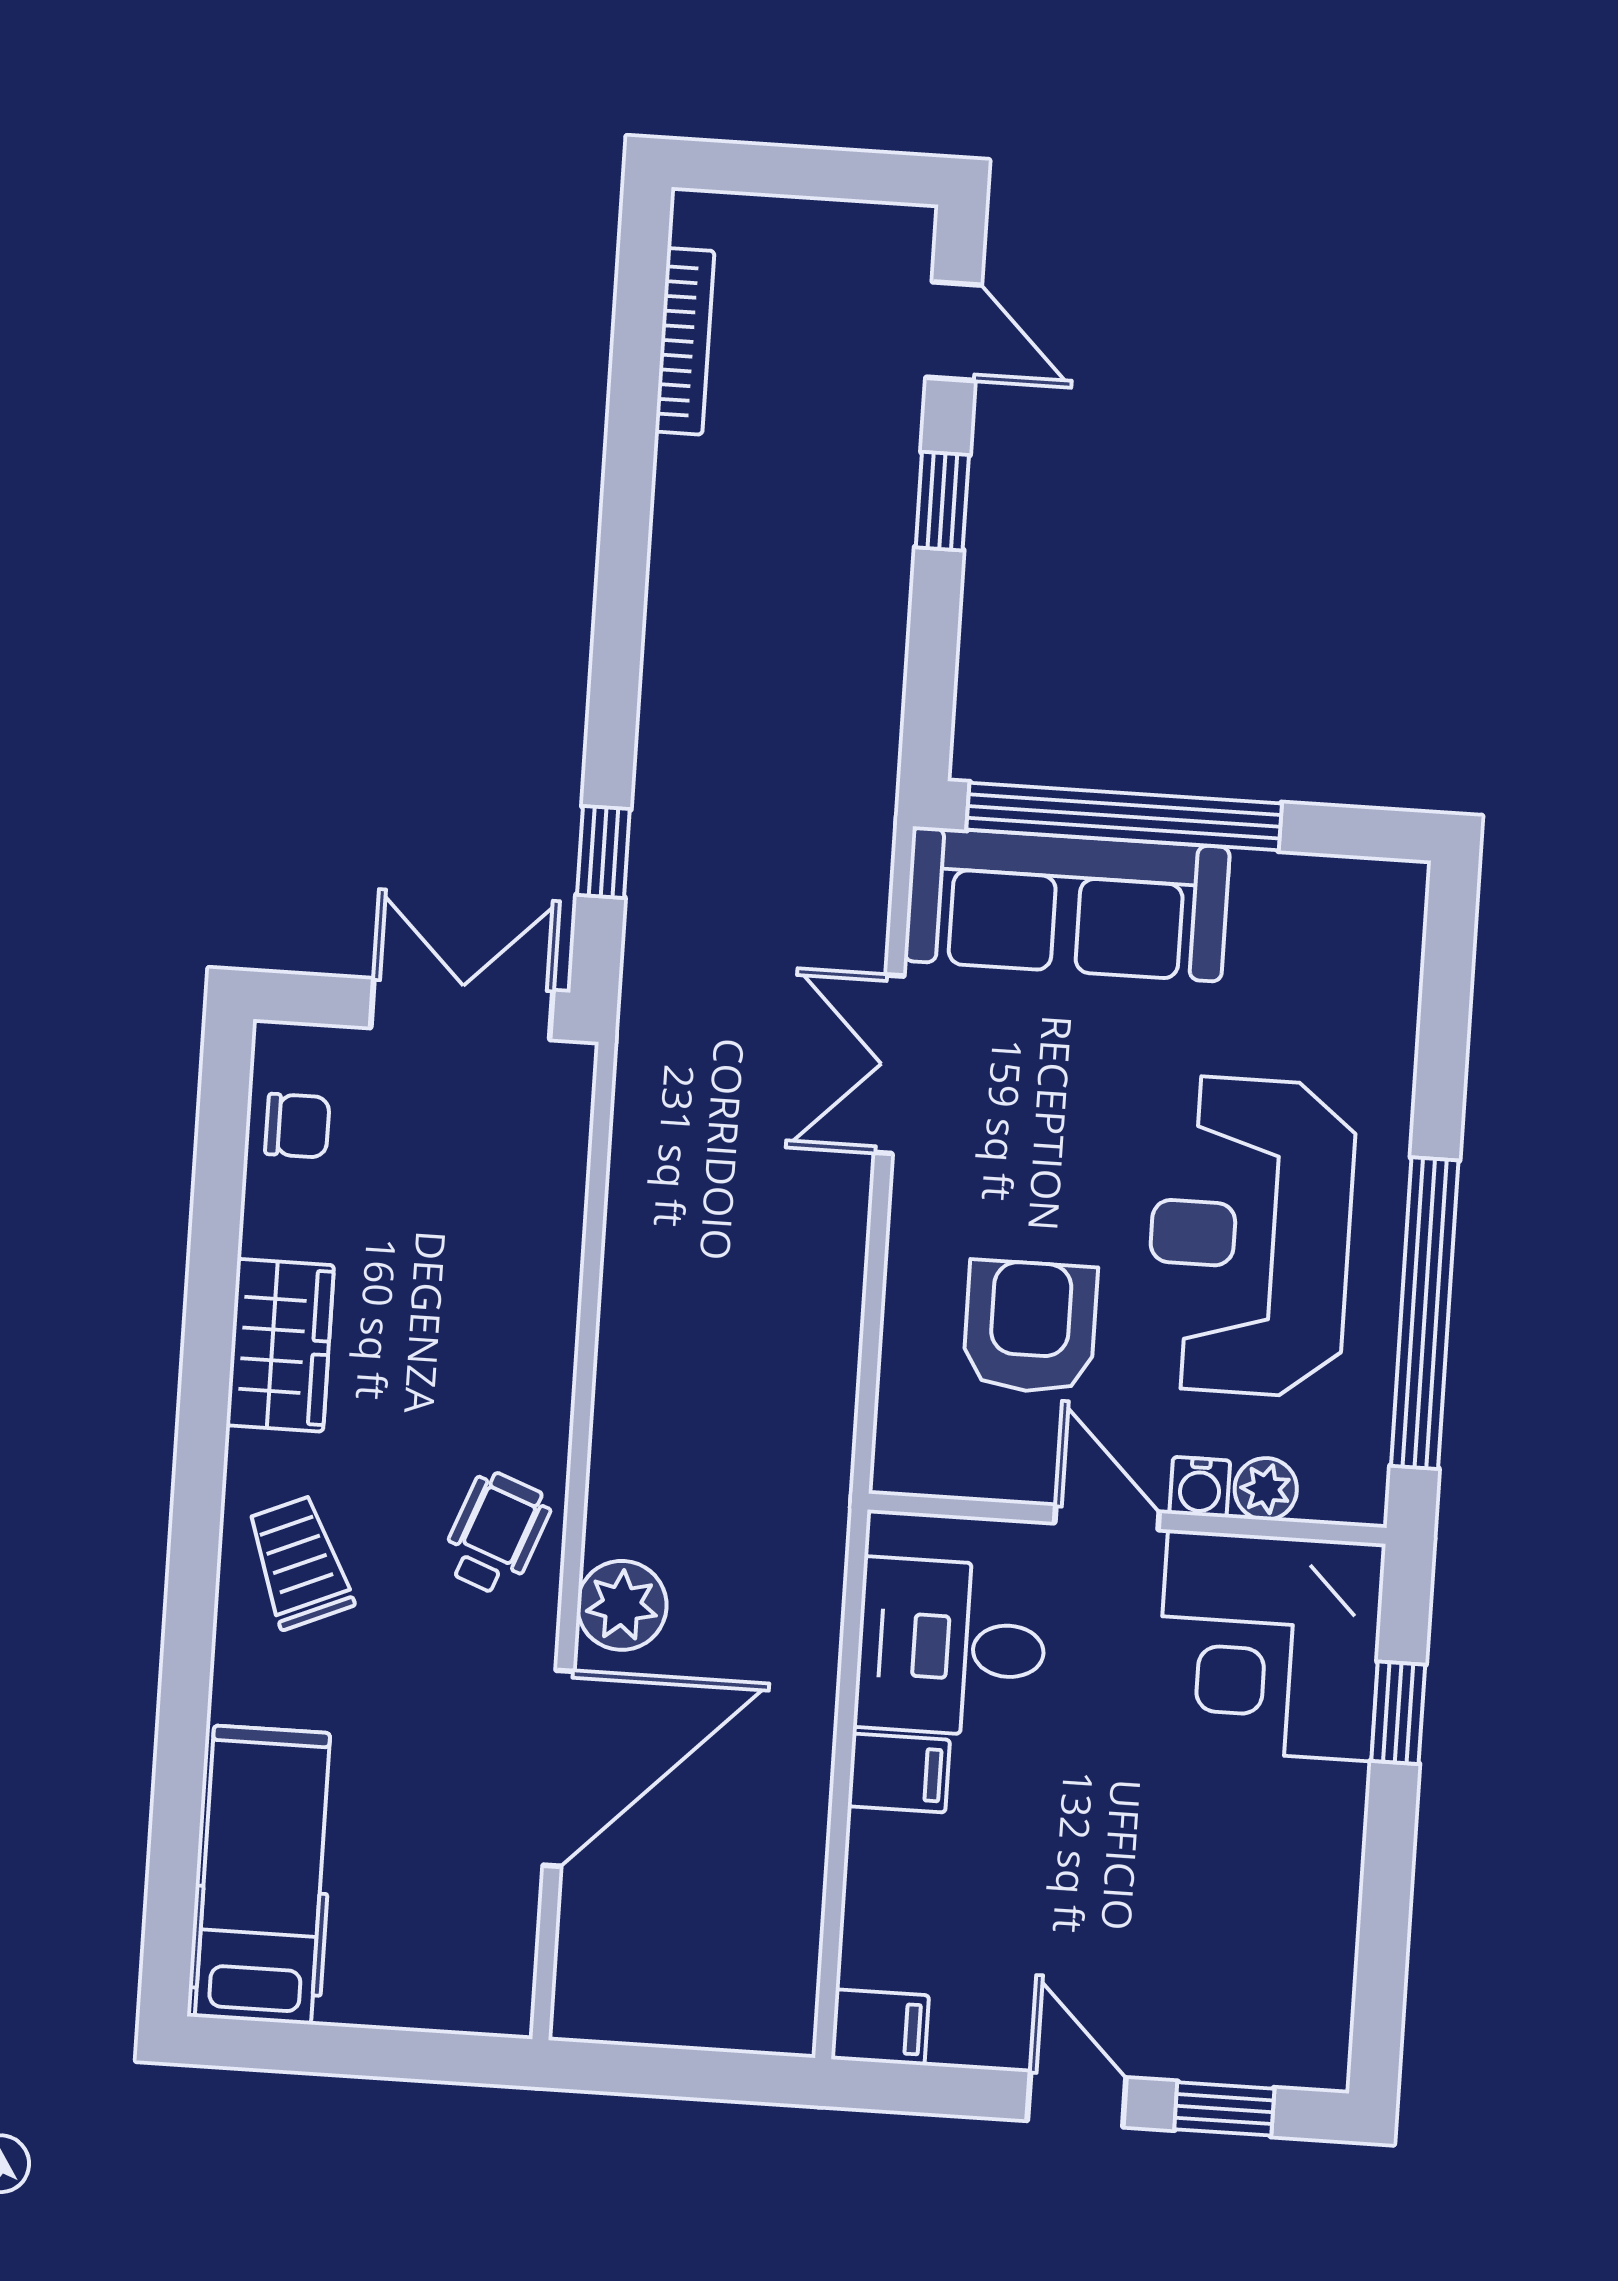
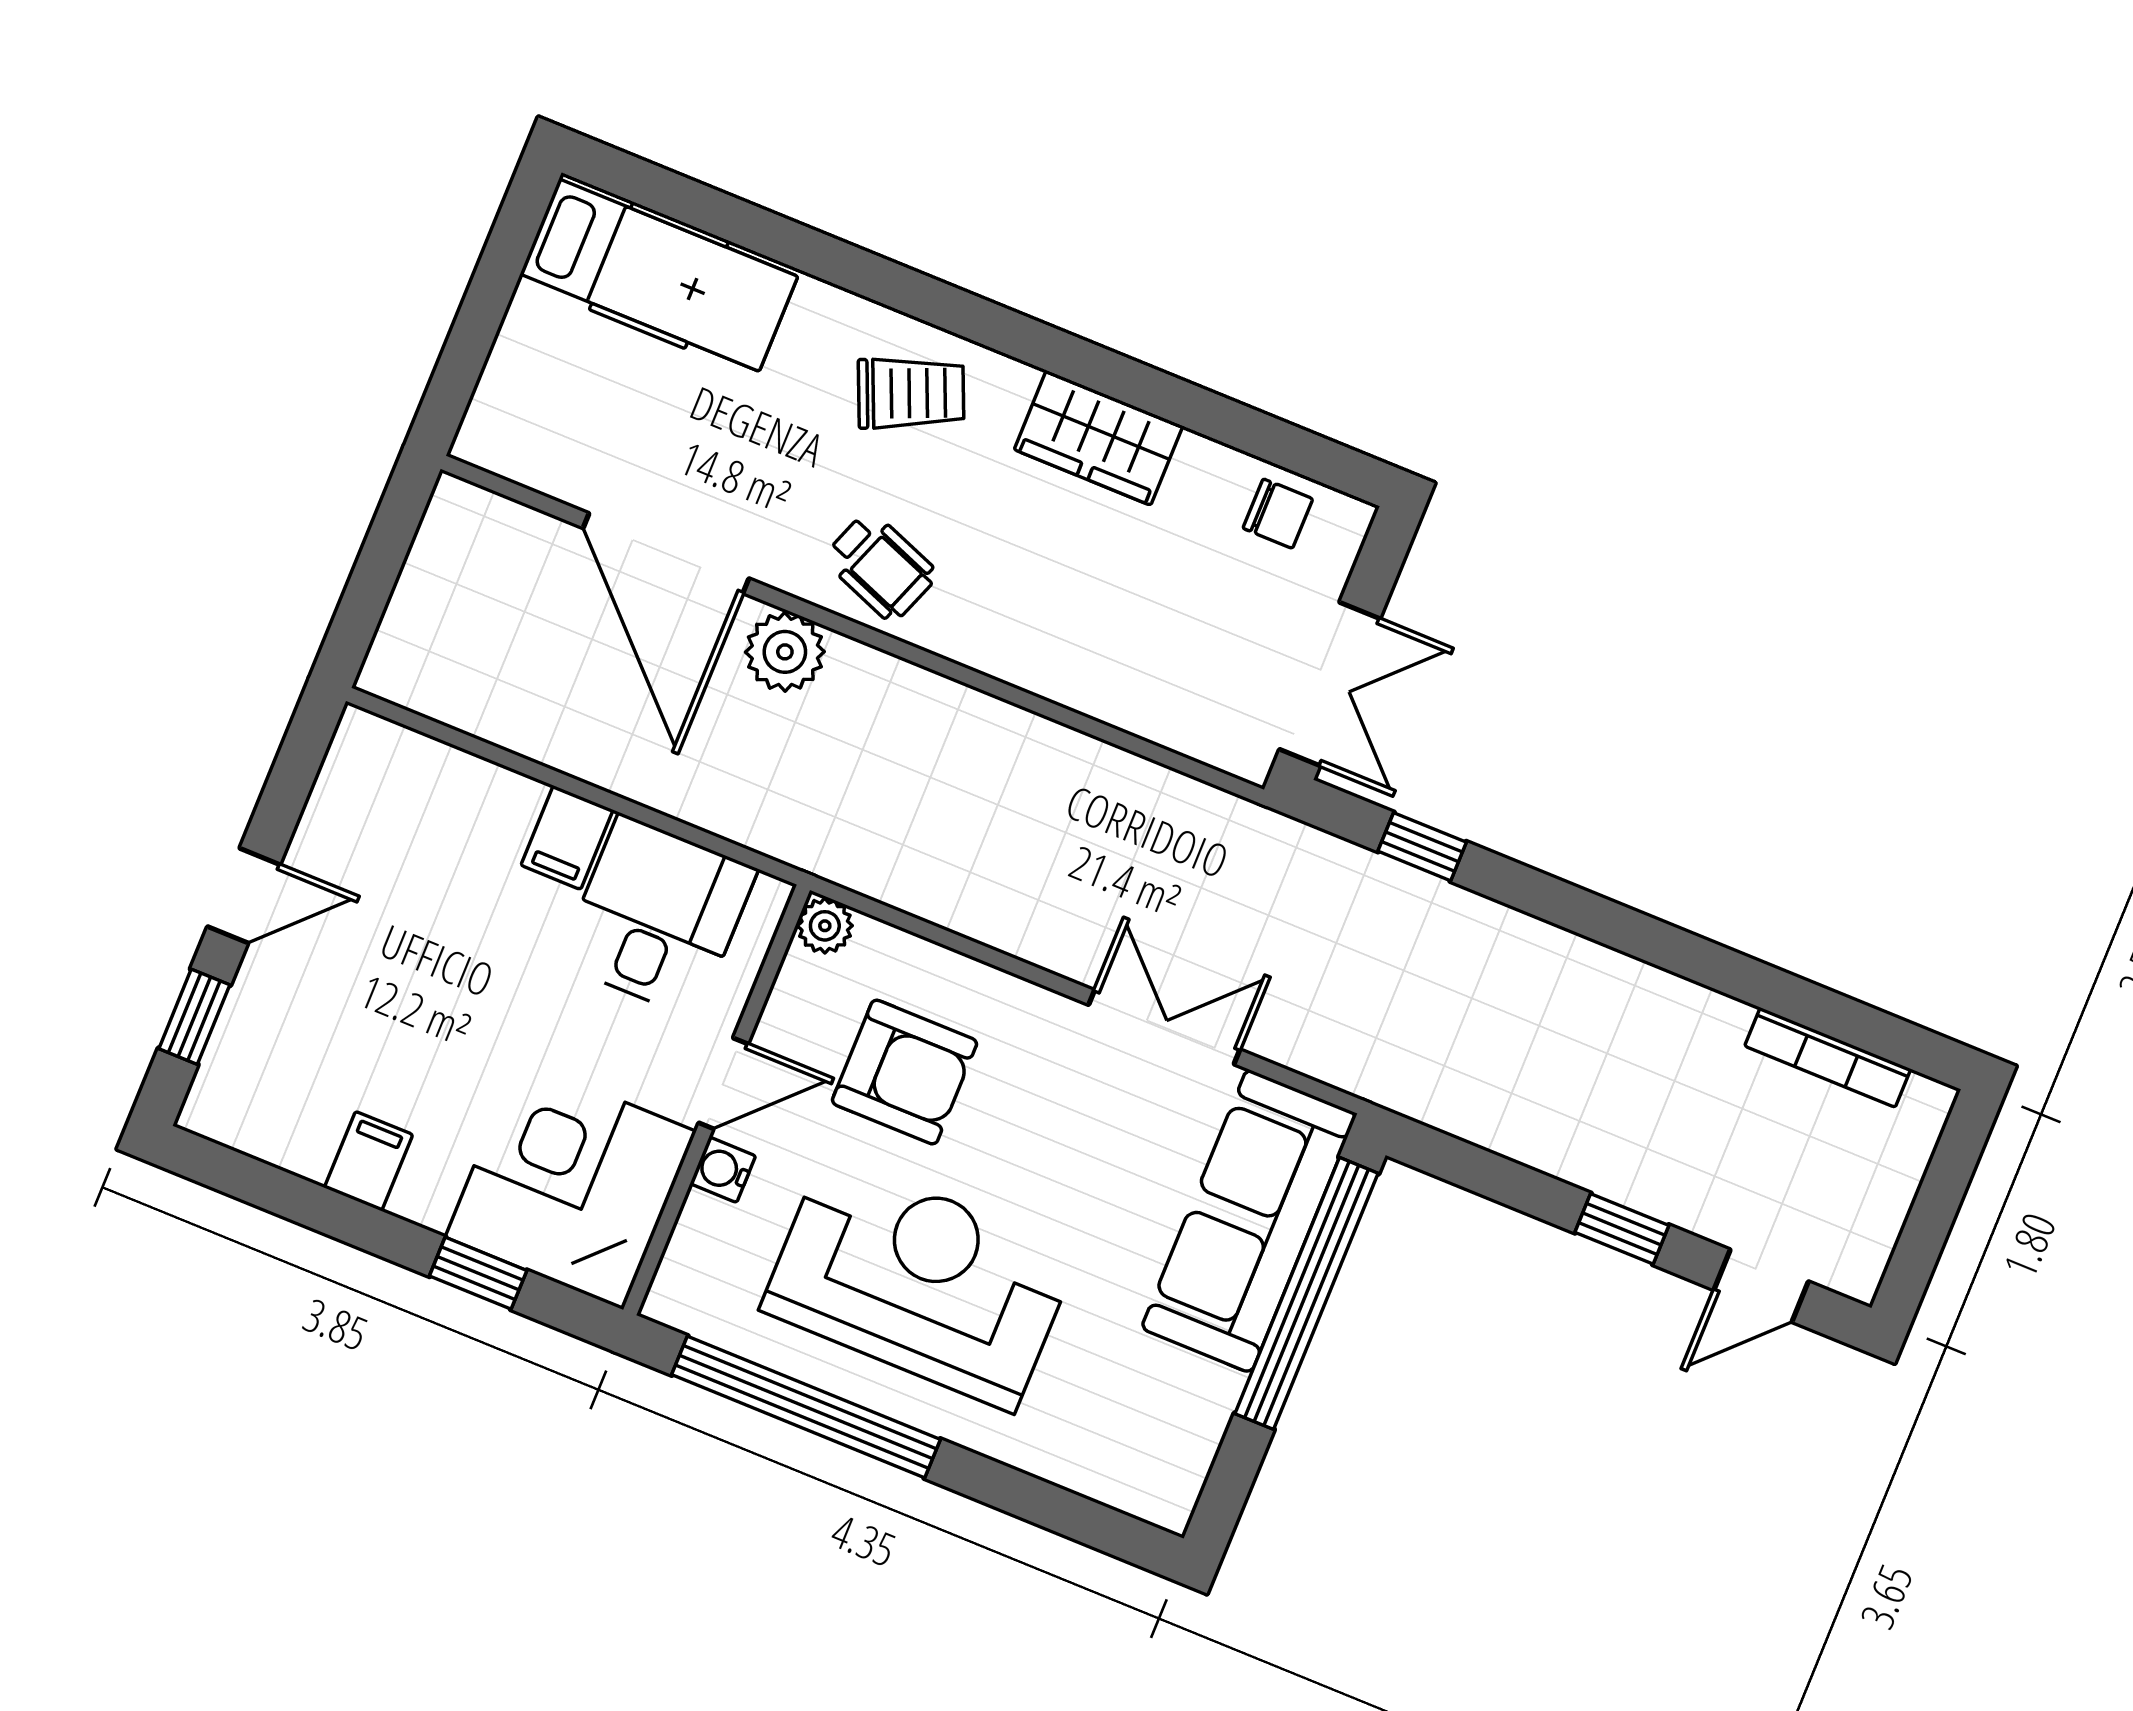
chair: (297, 1126) -> (1278, 514), turned -90
plant: (1266, 1489) -> (825, 926), moved
filing cabinet: (880, 2027) -> (369, 1161), moved, turned 180

